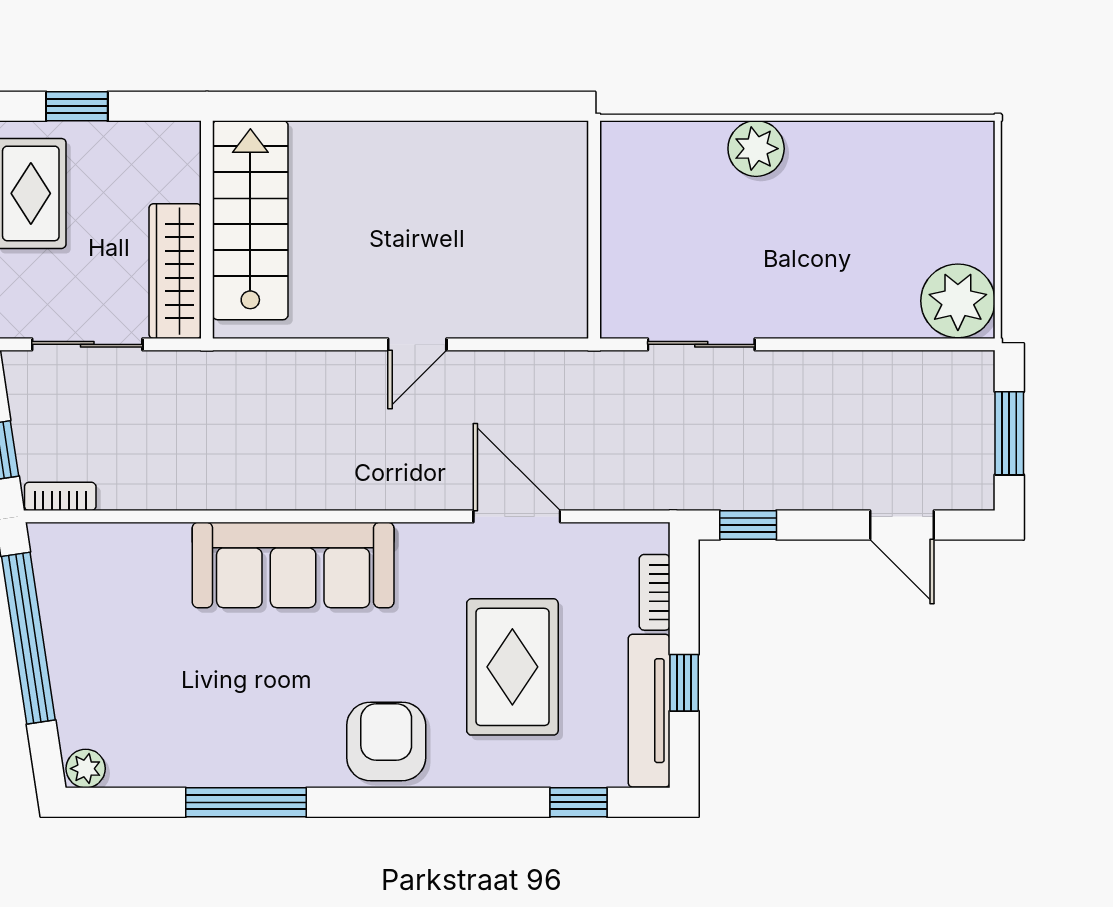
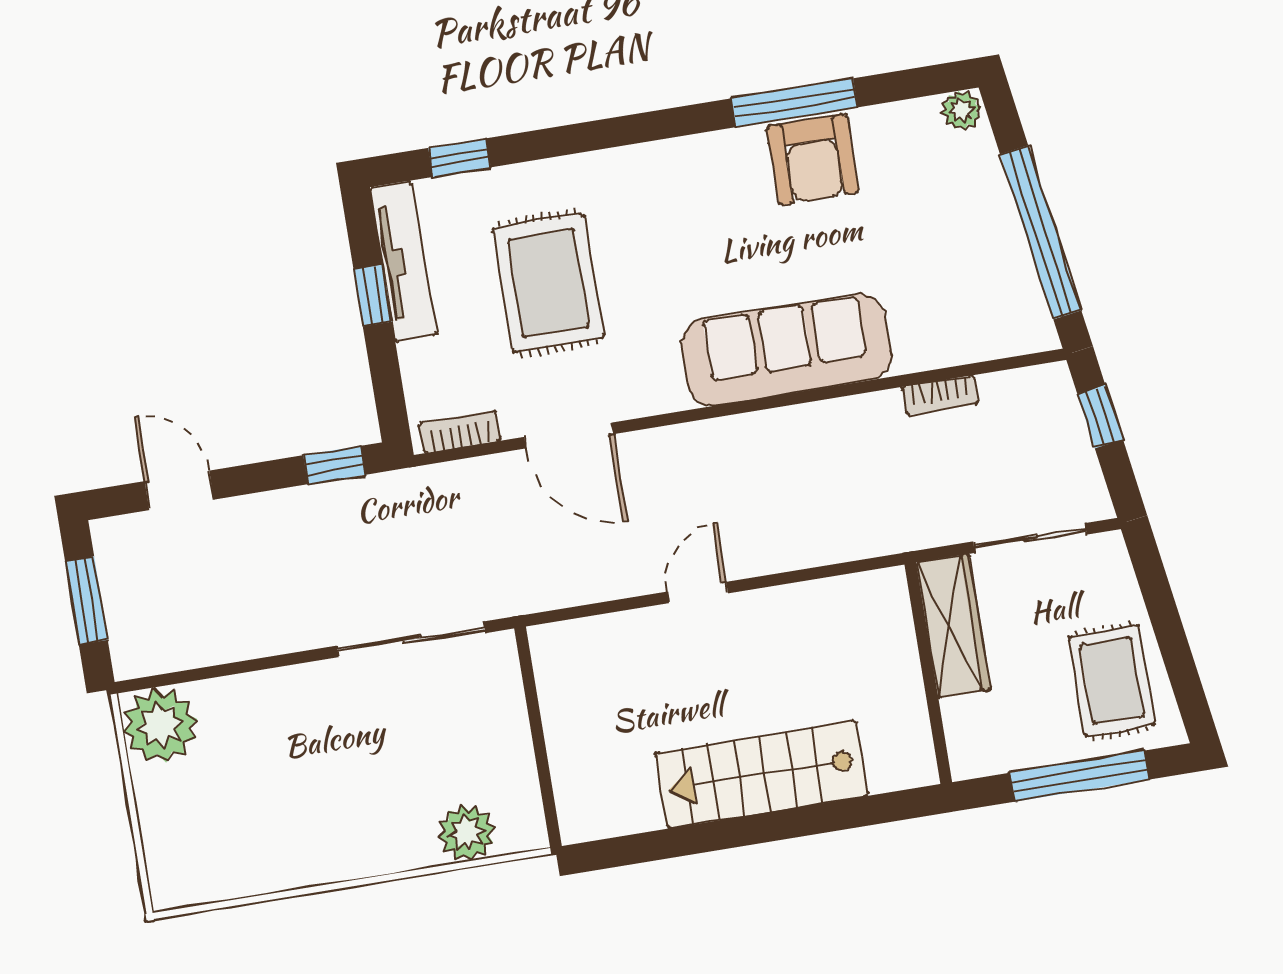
window: (77, 106) -> (1080, 776), width x2.17
plant: (756, 149) -> (466, 833), moved
stairs: (250, 220) -> (762, 774), moved, turned 90
sliding door: (701, 344) -> (411, 639), width x1.37
bookcase: (60, 496) -> (940, 395), moved
bookcase: (655, 592) -> (460, 432), moved, turned -90
armchair: (386, 741) -> (813, 159), moved

